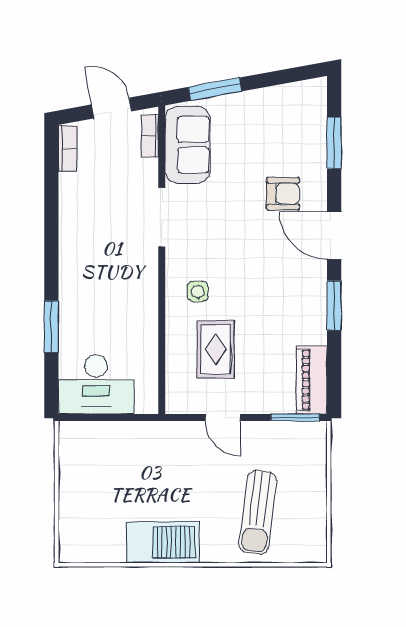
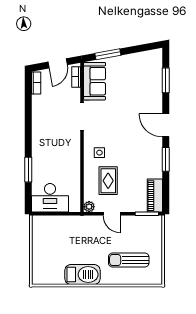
door: (112, 108) -> (58, 63), swing flipped
armchair: (283, 194) -> (141, 105), removed
plant: (177, 403) -> (89, 207), added
sun lounger: (258, 512) -> (129, 260), turned 83

